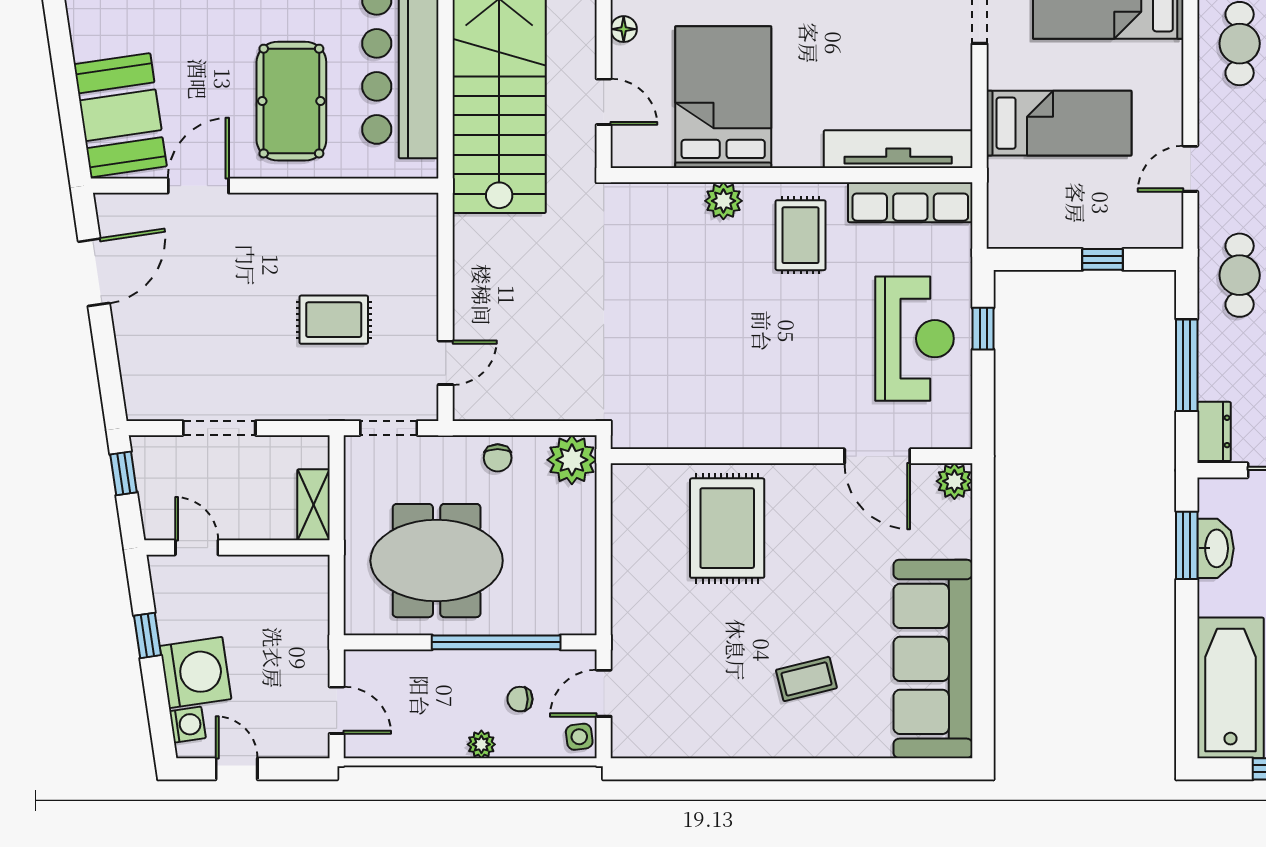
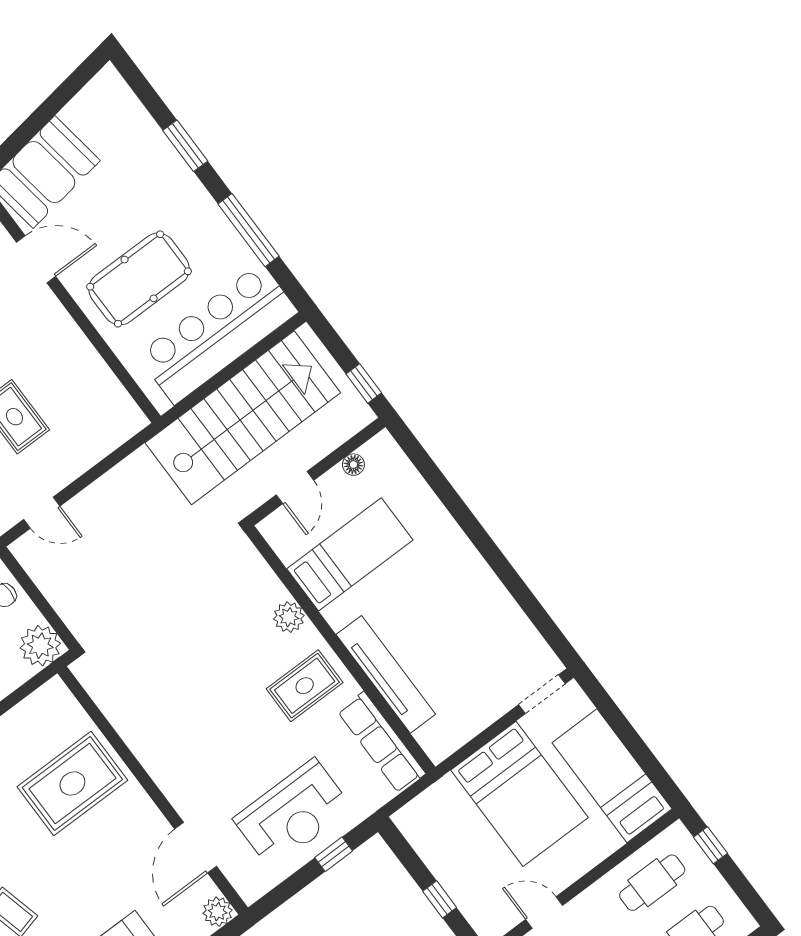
bed: (723, 97) -> (350, 554), width x0.67
bed: (1059, 123) -> (520, 794), width x1.50
tv unit: (898, 149) -> (386, 674), moved

